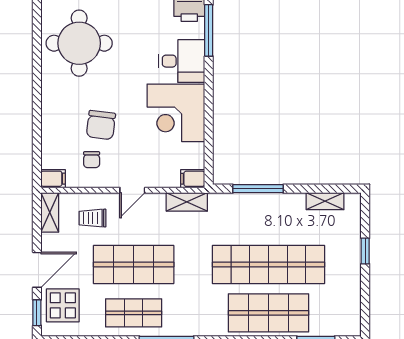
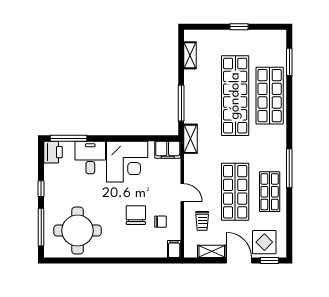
chair: (101, 125) -> (136, 215), turned -97
filing cabinet: (193, 179) -> (168, 150), width x2.00
shelving: (187, 202) -> (191, 139), moved
shelving: (50, 212) -> (212, 251), moved
window: (365, 251) -> (239, 27), moved

